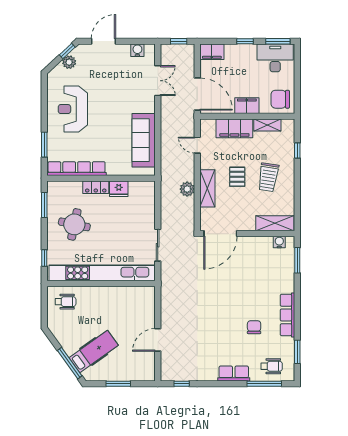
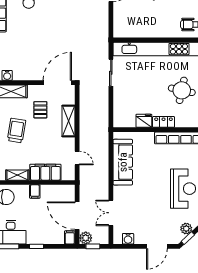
filing cabinet: (212, 52) -> (70, 237), width x0.50
door: (197, 94) -> (77, 216), moved
filing cabinet: (247, 106) -> (35, 192), width x0.50
pallet: (237, 177) -> (40, 110), moved
plant: (187, 189) -> (86, 238), moved

